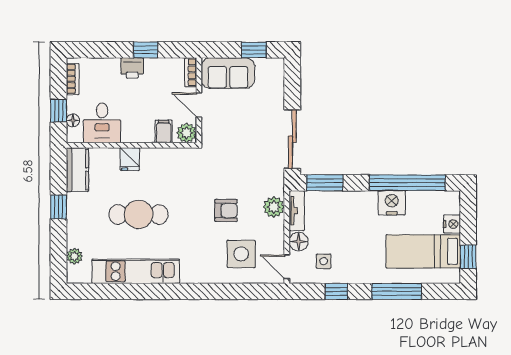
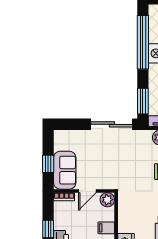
window: (254, 50) -> (48, 164), moved
filing cabinet: (164, 131) -> (106, 228), moved

